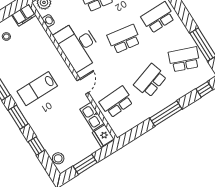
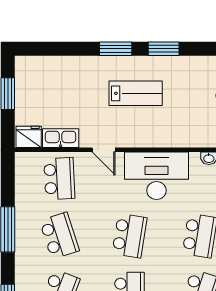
lab bench: (37, 89) -> (136, 93), turned 90
window: (36, 146) -> (67, 49), removed
stool: (58, 158) -> (36, 66), removed

